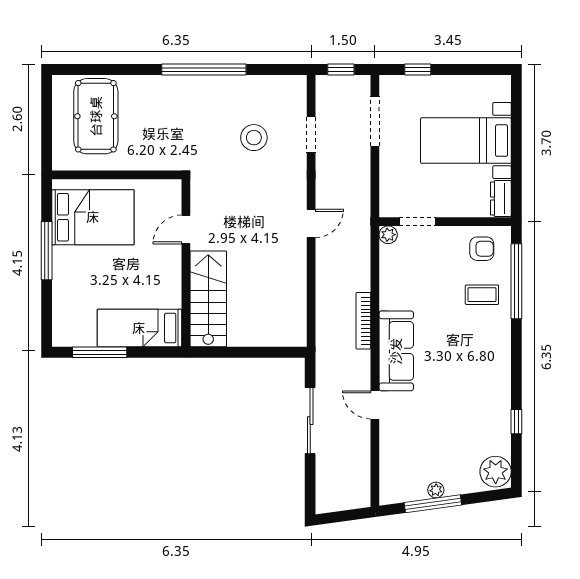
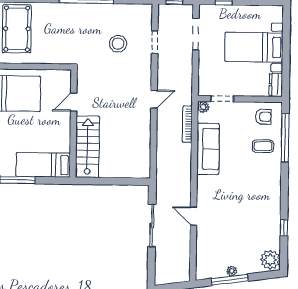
bookcase: (363, 321) -> (187, 124), moved
sofa: (396, 351) -> (208, 149), moved

